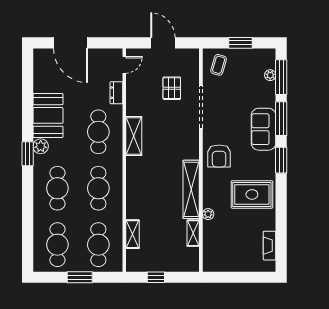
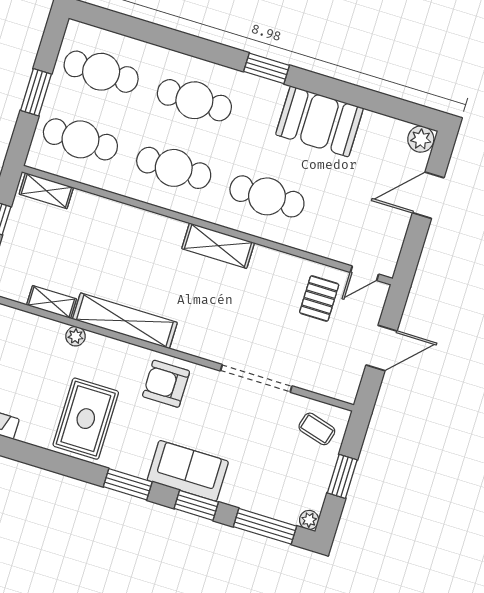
door: (70, 43) -> (428, 195), width x0.73
door: (124, 65) -> (365, 273), hinge flipped
plant: (270, 75) -> (309, 520), moved
pallet: (172, 88) -> (319, 298), moved, turned 90
dresser: (116, 93) -> (322, 246), removed
window: (281, 119) -> (196, 505), width x0.69
shelving: (134, 136) -> (218, 246), moved
plant: (41, 146) -> (421, 139), moved
shelving: (133, 234) -> (46, 191), moved

